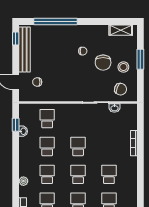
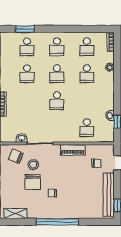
window: (56, 21) -> (57, 222), moved
chair: (103, 63) -> (33, 182), turned 180
stool: (123, 67) -> (33, 165), moved
piano: (62, 96) -> (73, 150), added
school desk: (47, 147) -> (87, 101), removed

